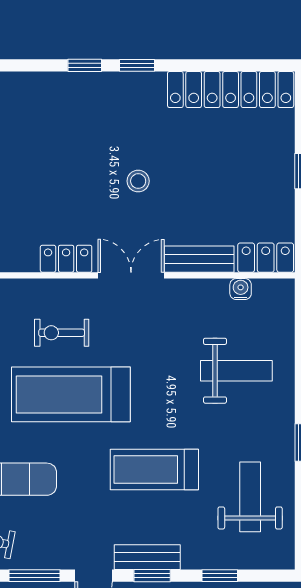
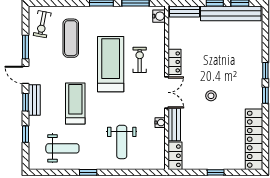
water cooler: (241, 289) -> (160, 123), moved

